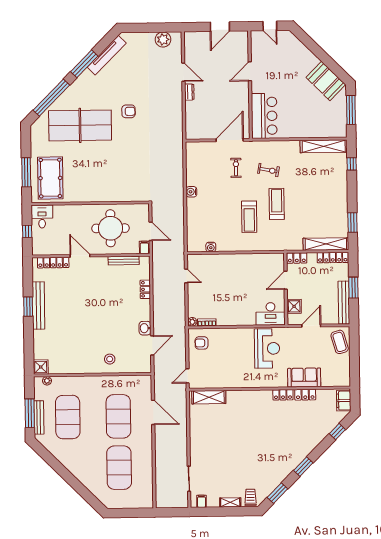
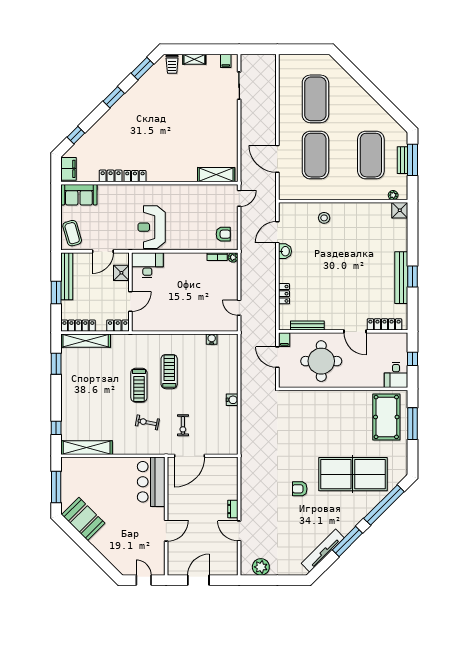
sofa: (304, 378) -> (79, 195), moved
bench: (39, 417) -> (403, 160), width x0.73

